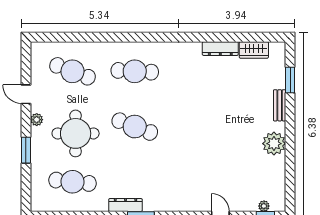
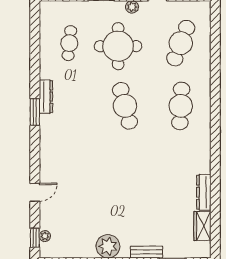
cafe table: (135, 127) -> (125, 106), turned -36
cafe table: (72, 182) -> (69, 43), width x0.73, depth x0.74

